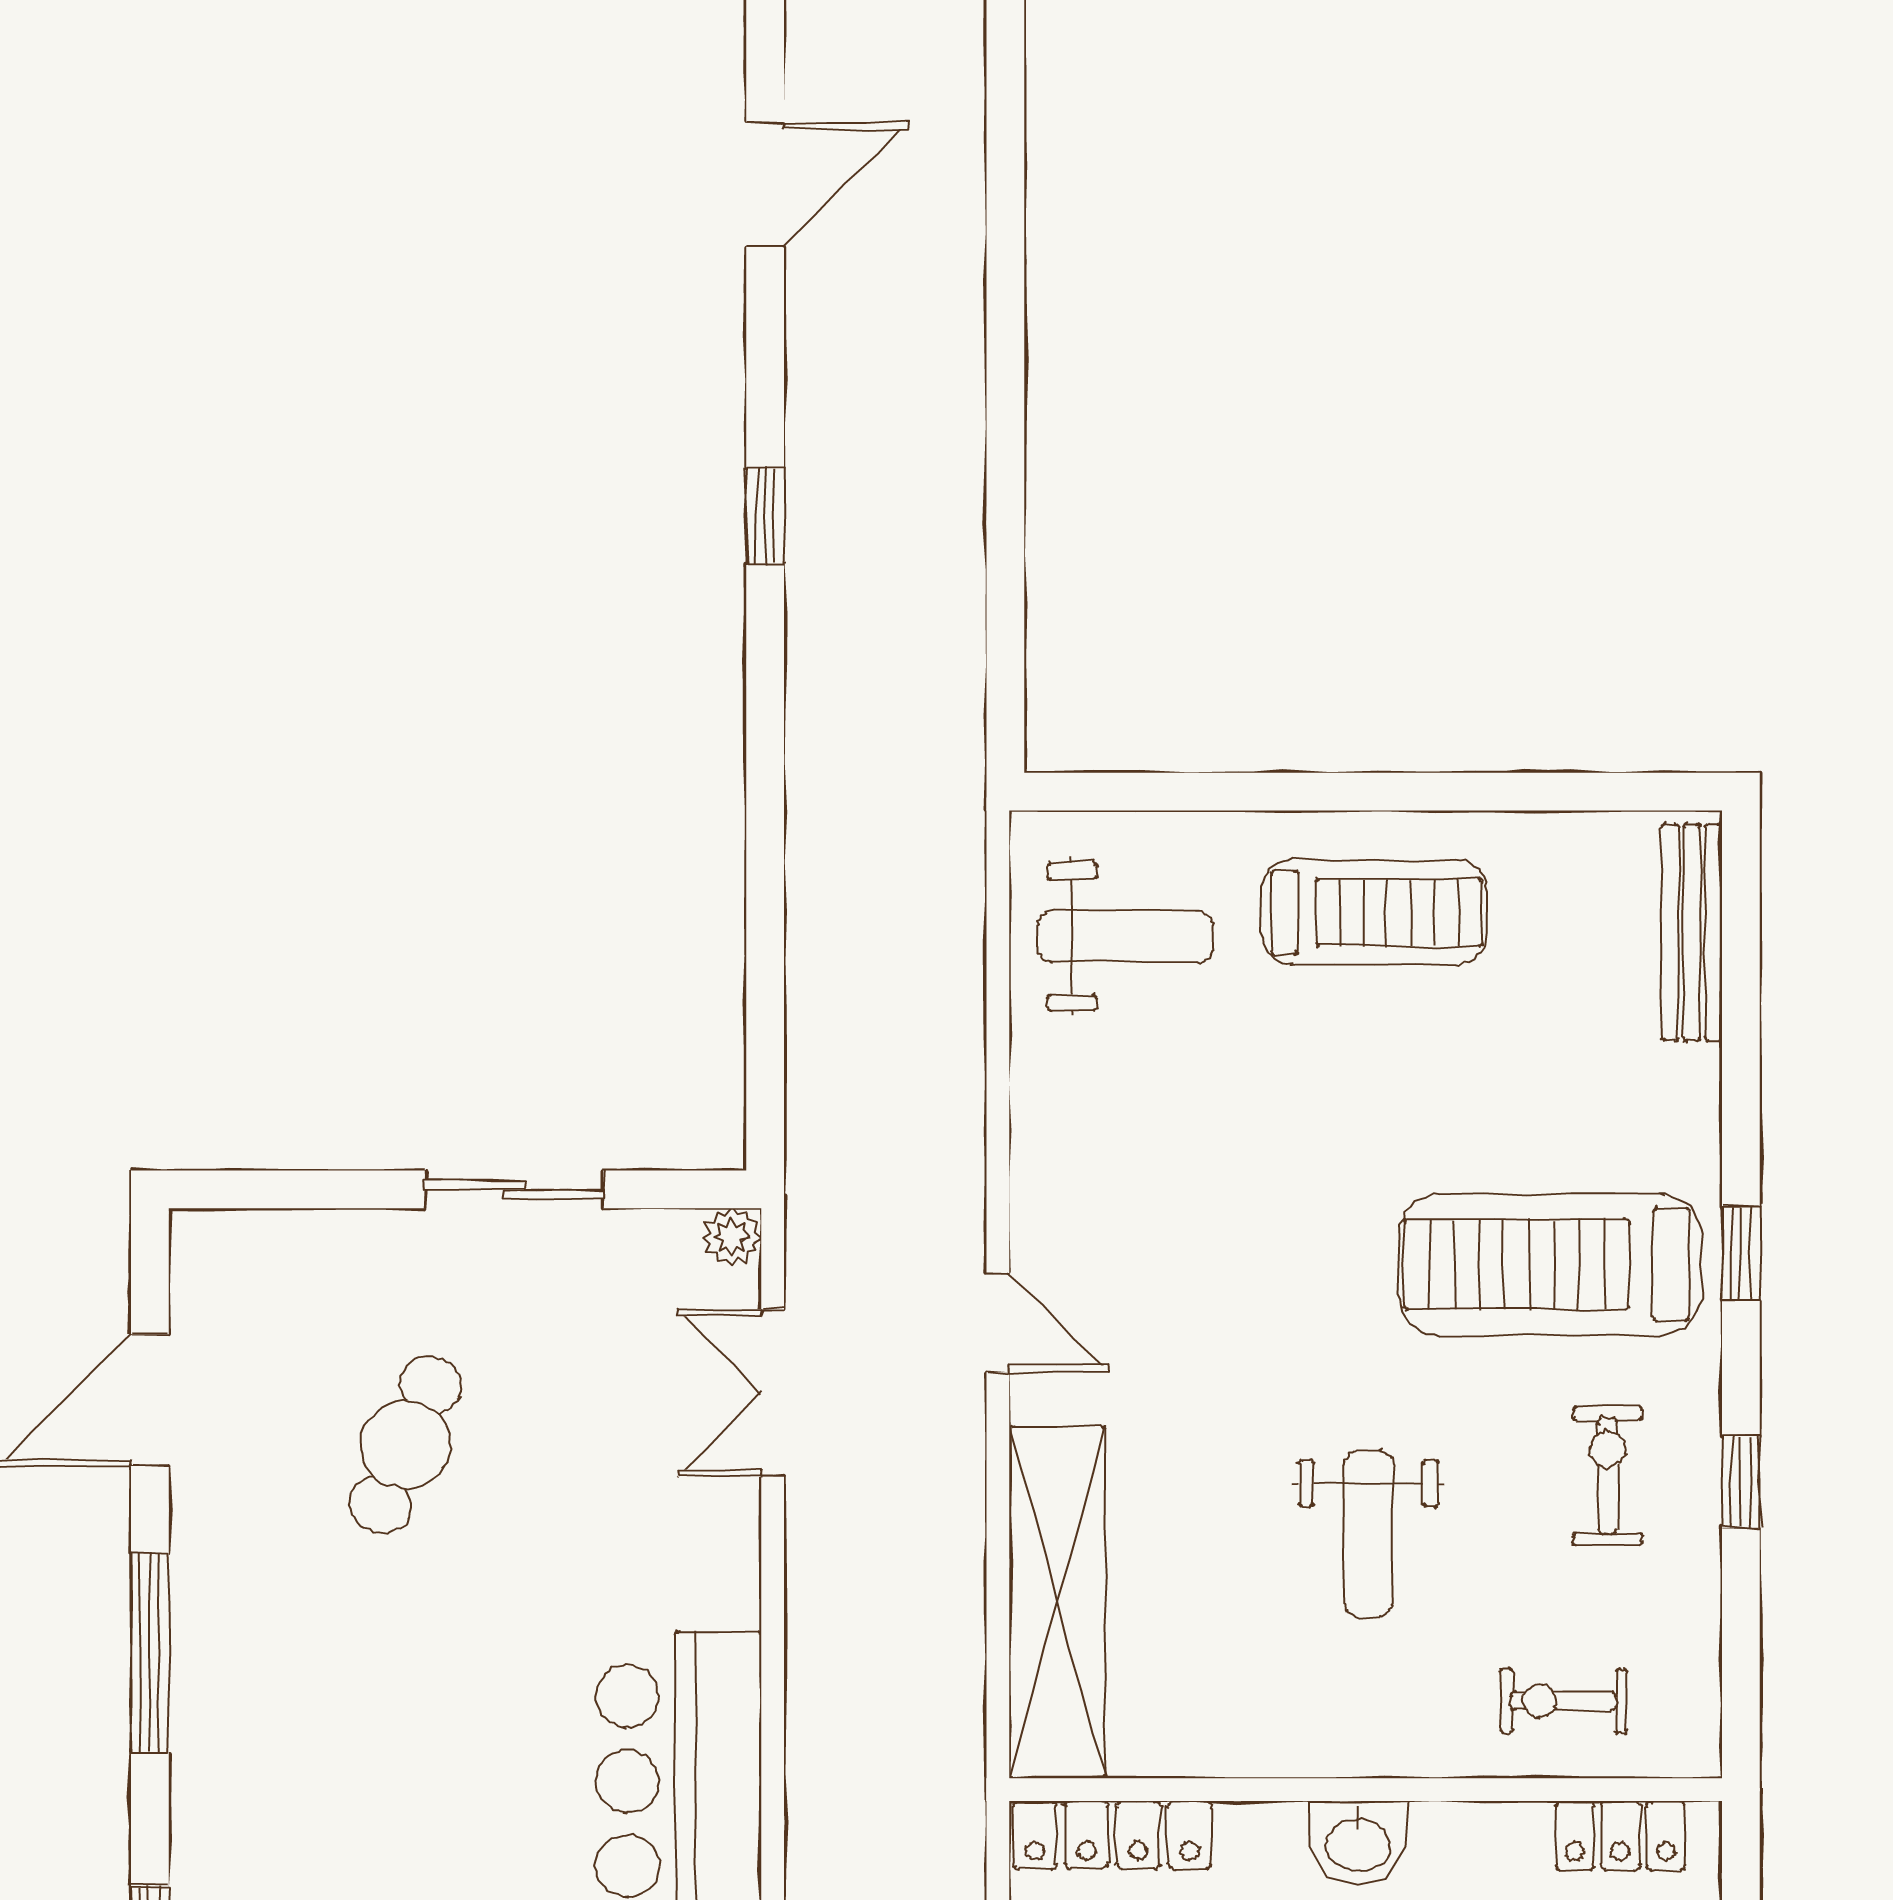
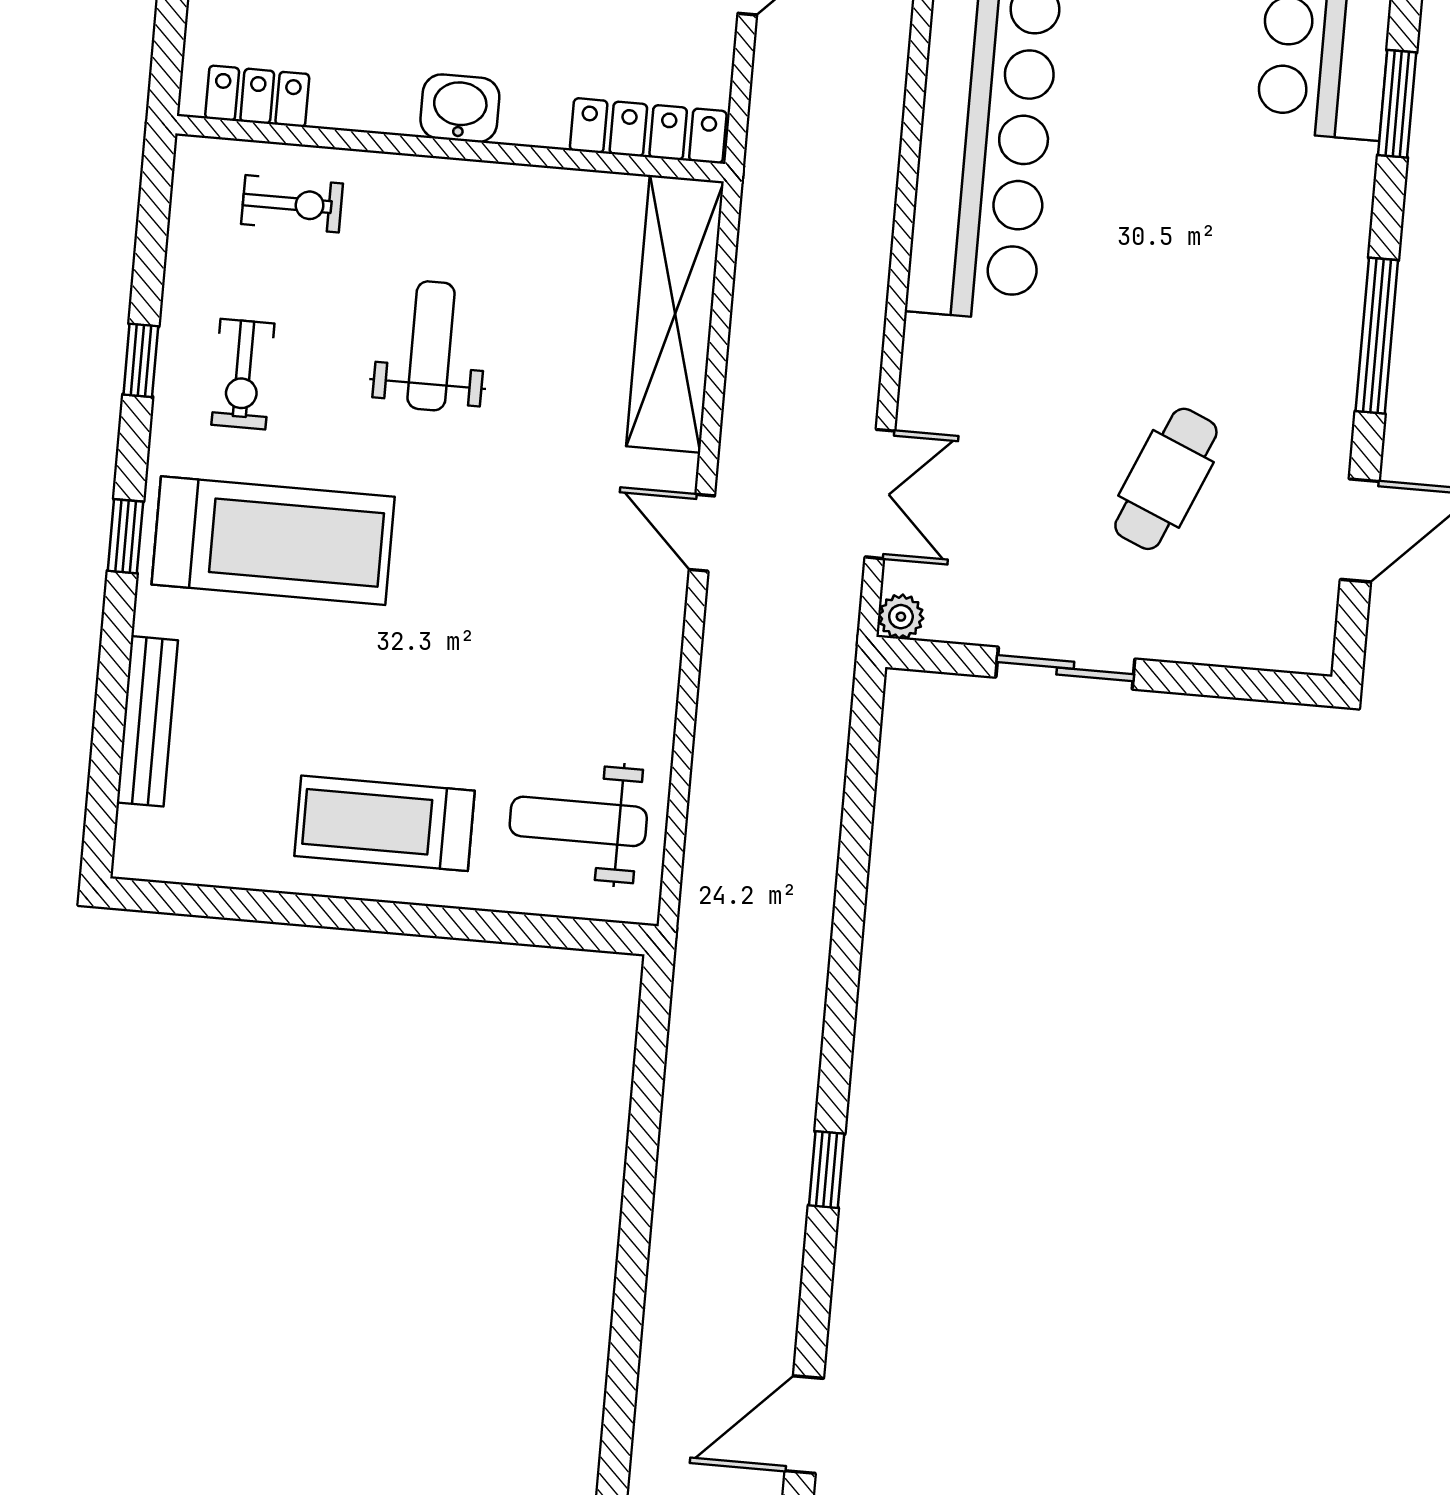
bench: (1692, 933) -> (147, 721), moved

